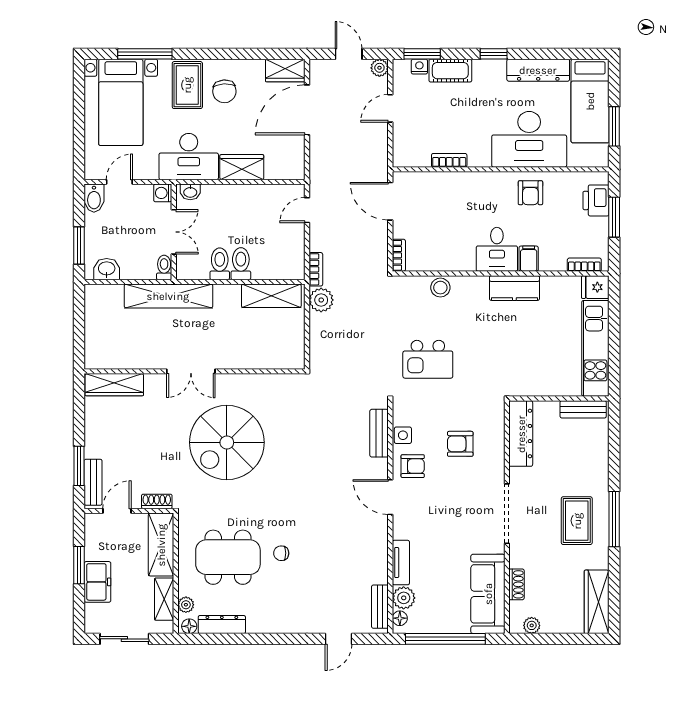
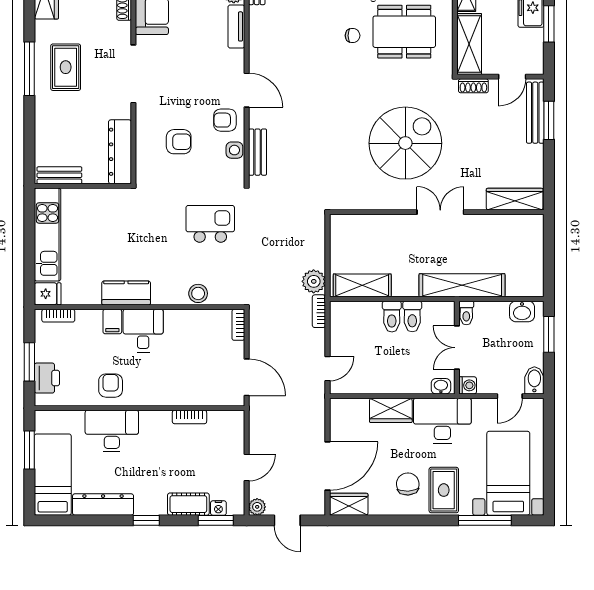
desk: (529, 139) -> (112, 431), width x0.73, depth x0.77
bench: (93, 482) -> (535, 113), width x1.36

